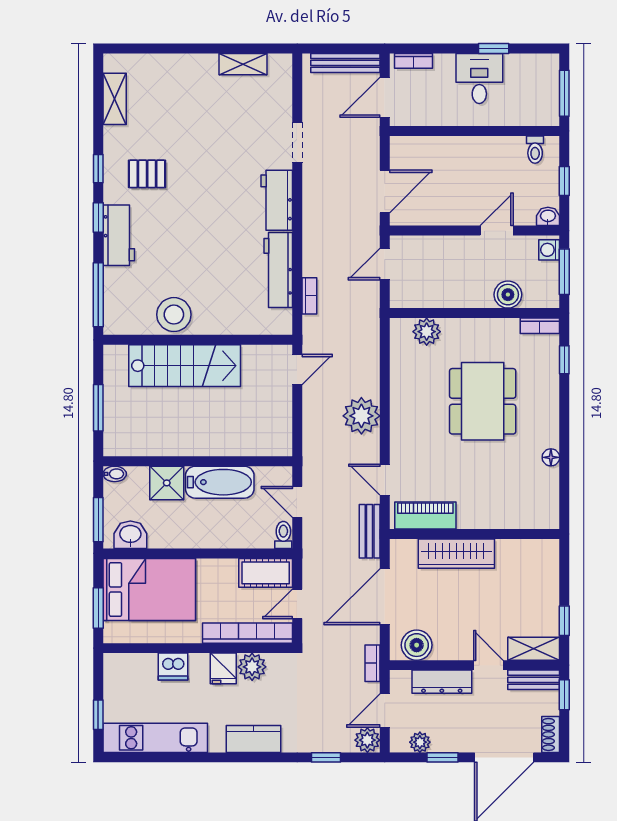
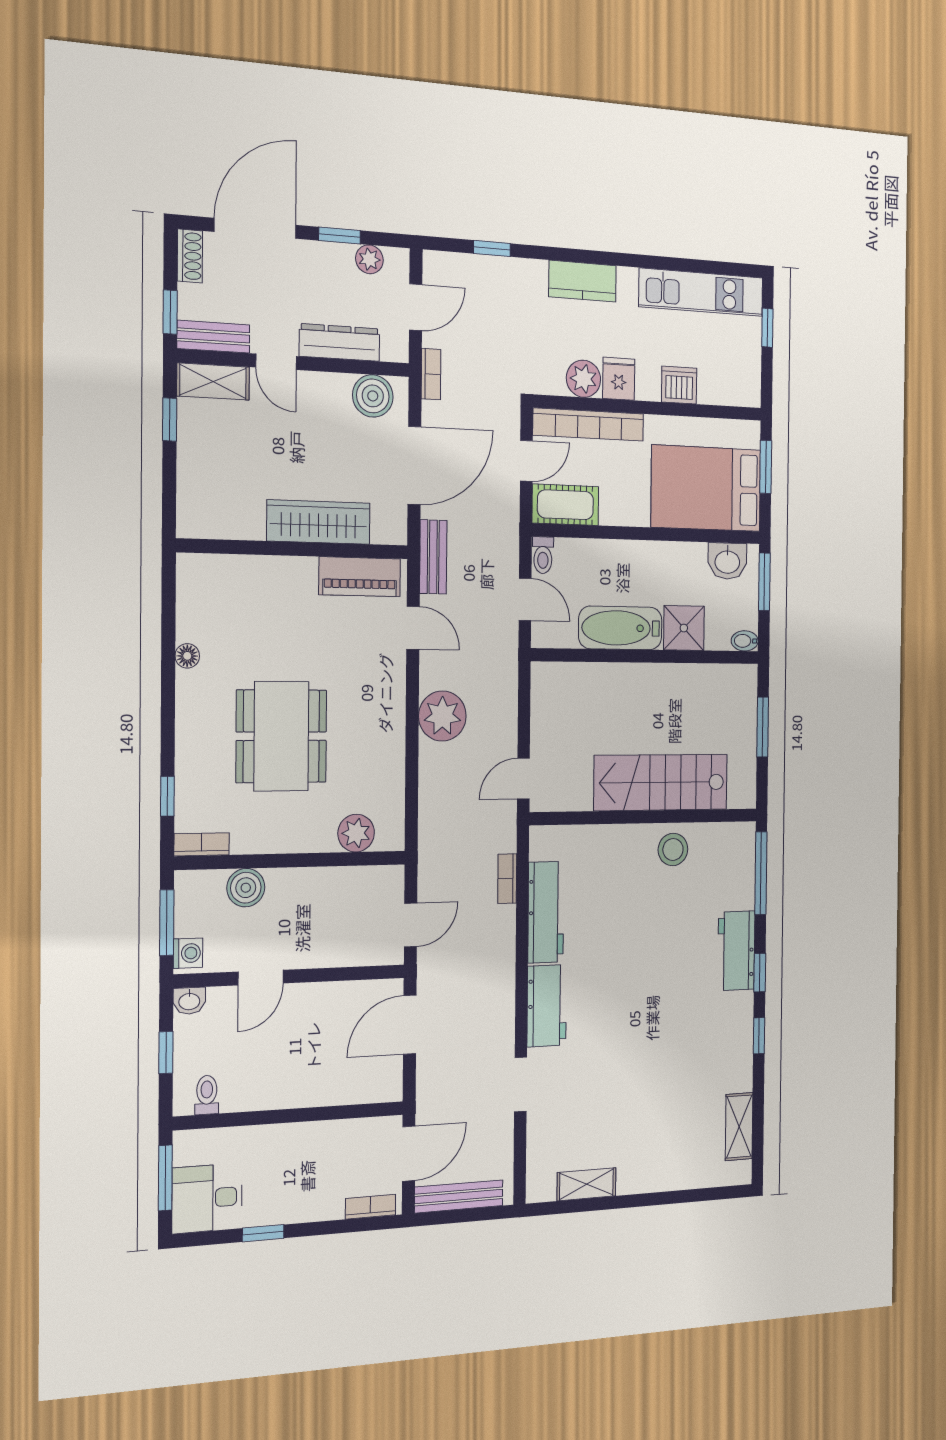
desk: (479, 78) -> (207, 1198), moved, turned 90
pallet: (147, 174) -> (703, 1032), removed
stool: (174, 315) -> (673, 849), width x0.73, depth x0.73
plant: (367, 740) -> (439, 268), removed

